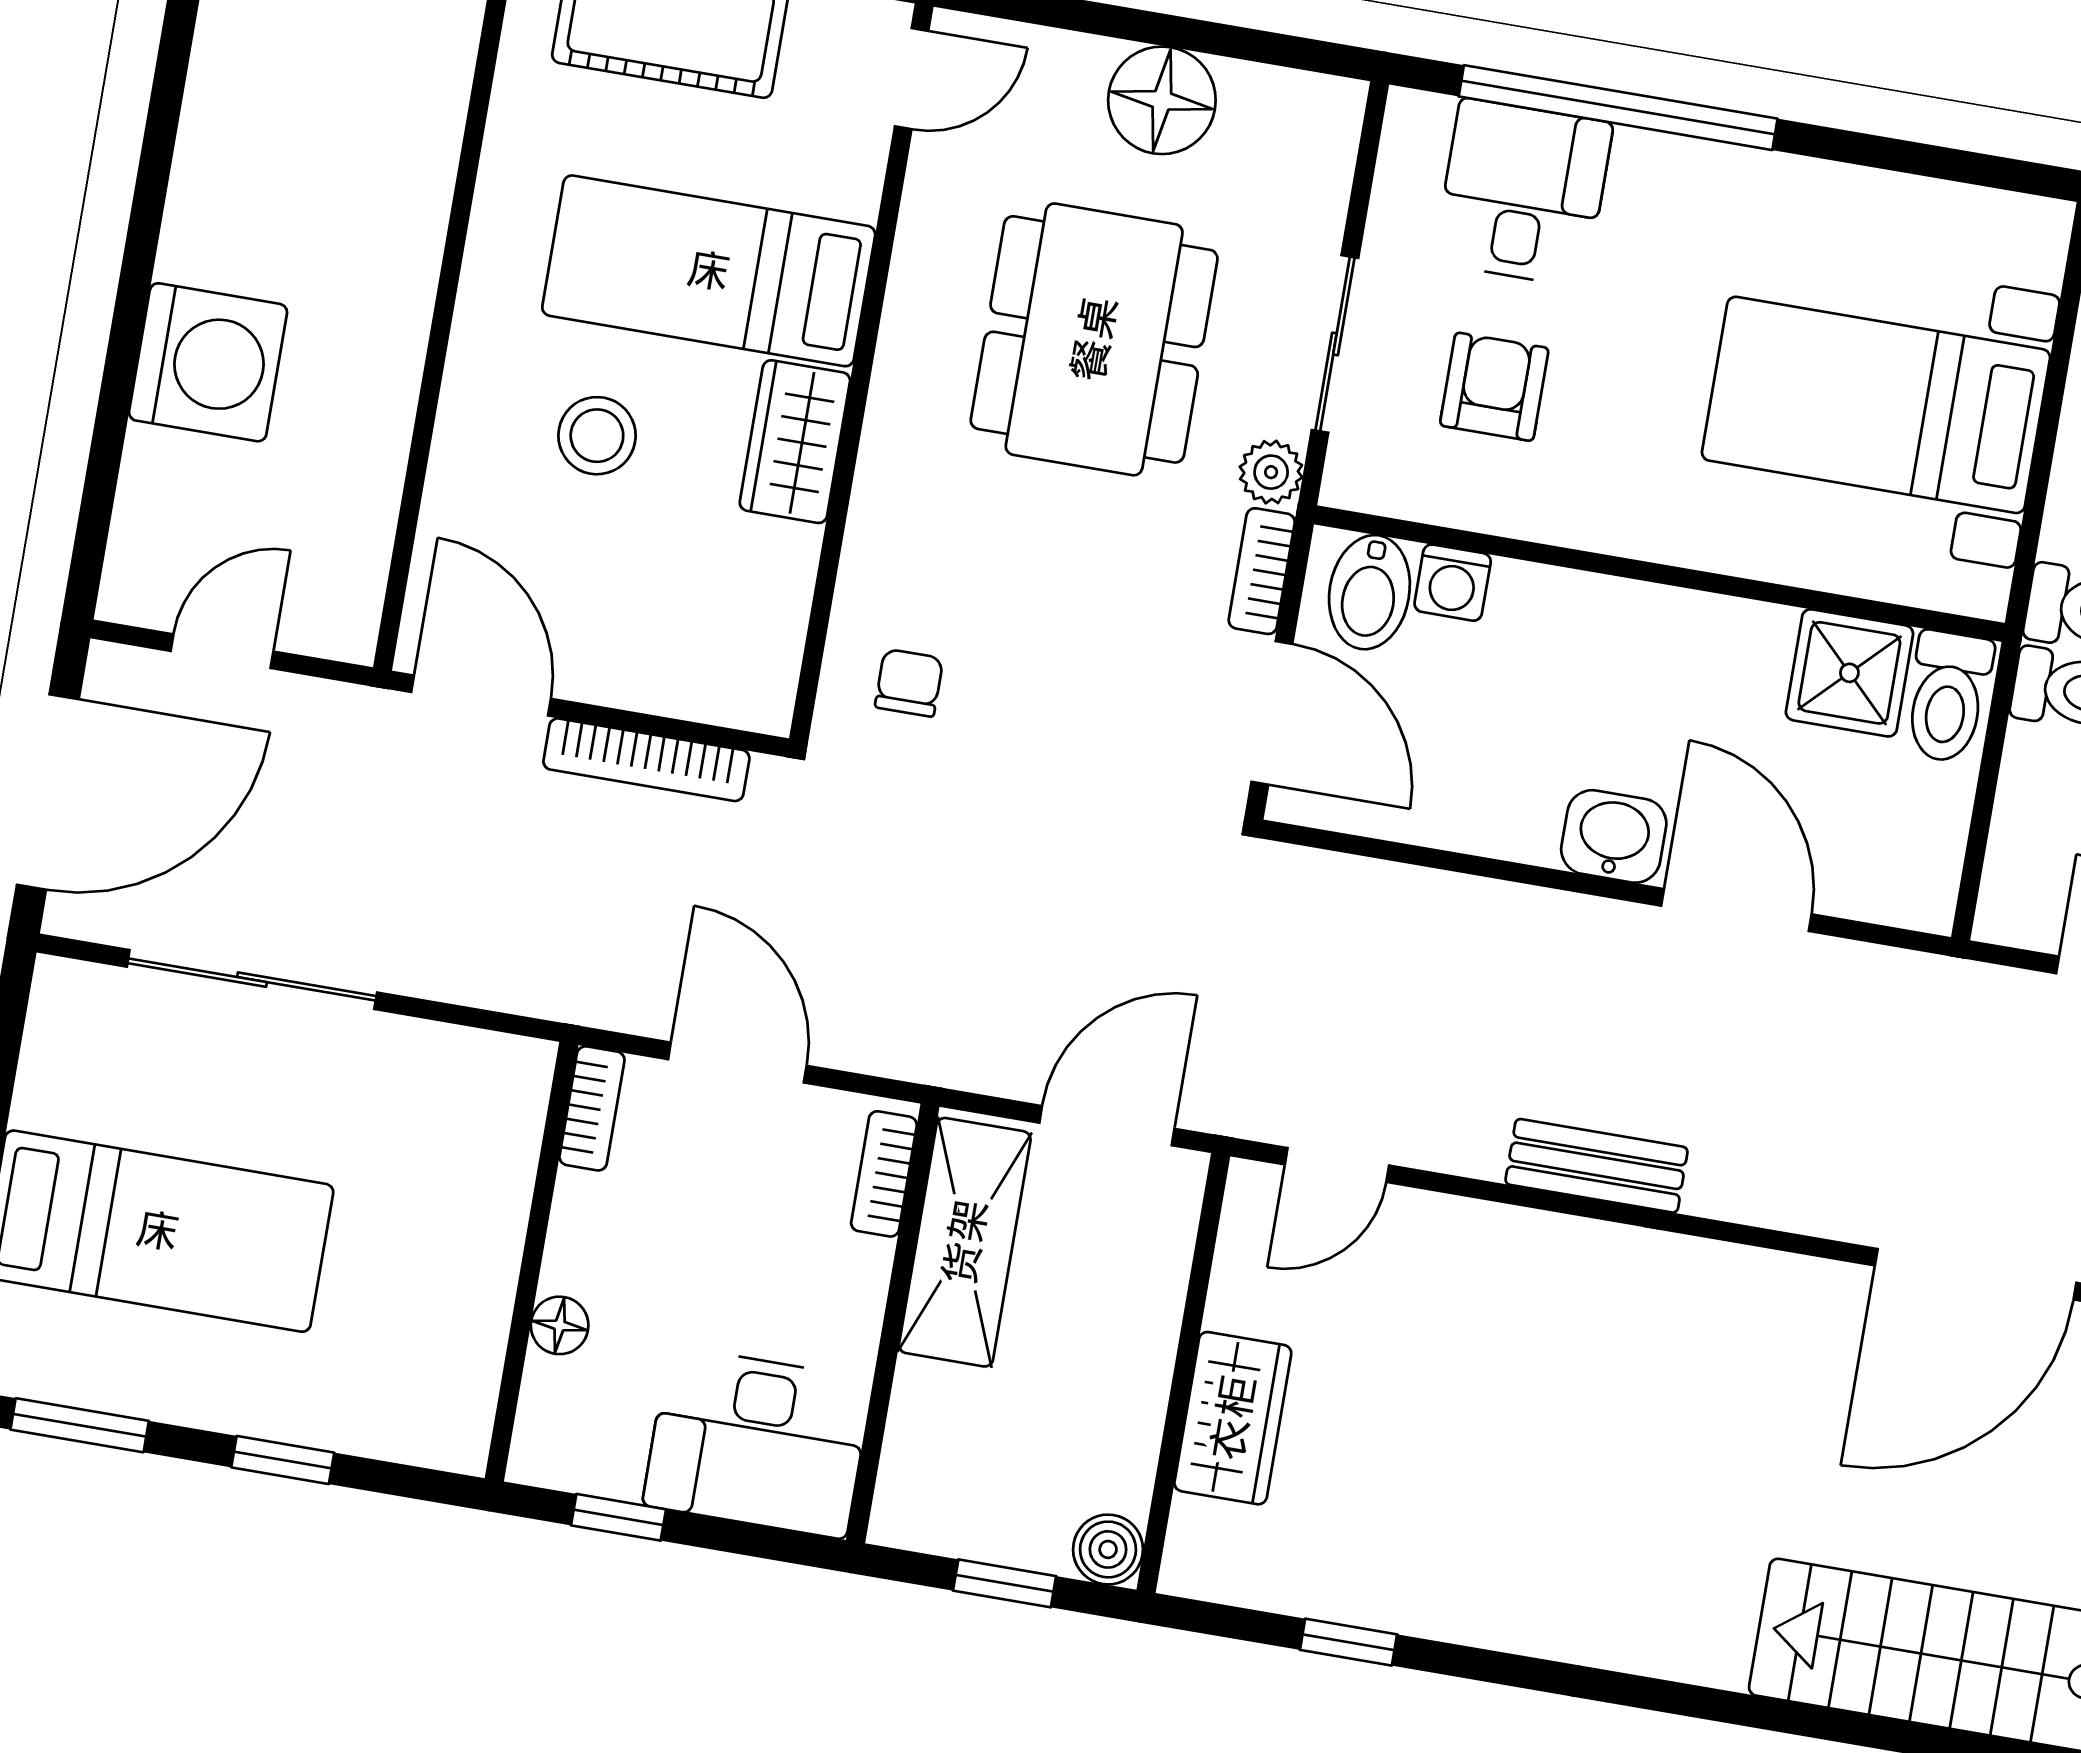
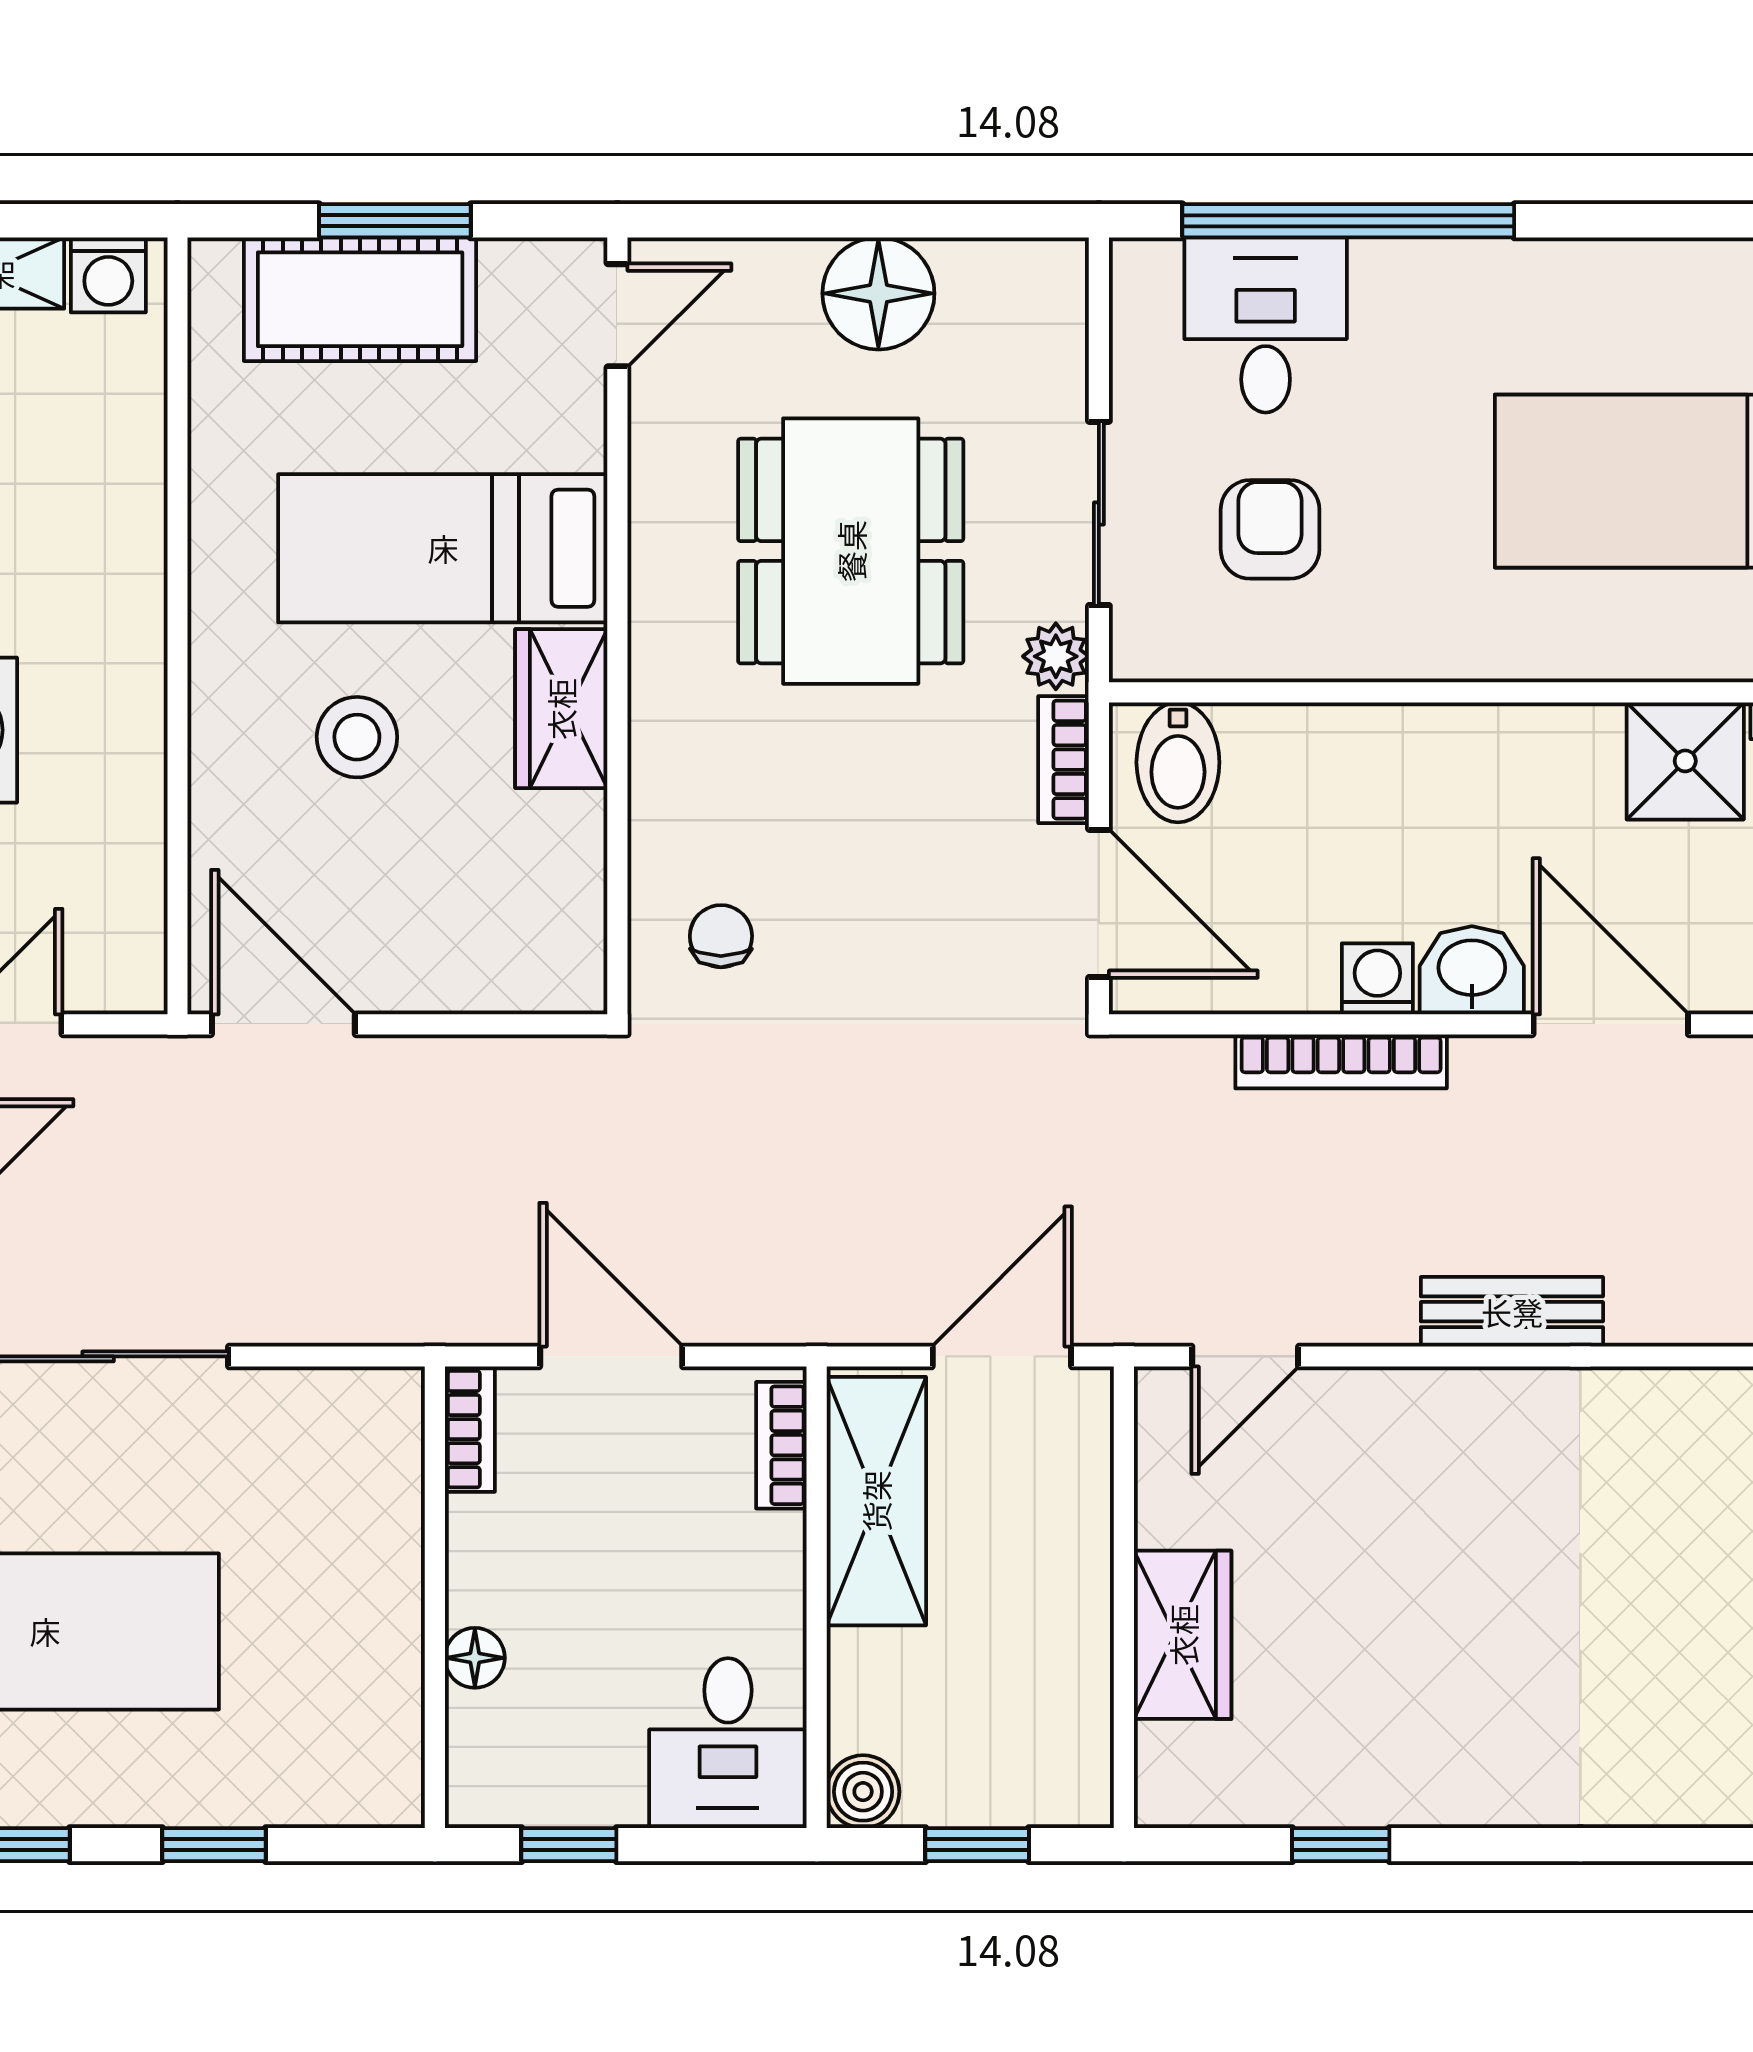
washing machine: (1453, 583) -> (1377, 979), moved, turned 180
bookcase: (646, 760) -> (1341, 1061), moved
desk: (758, 1442) -> (728, 1743), width x0.73
boiler: (1108, 1549) -> (863, 1792), moved

